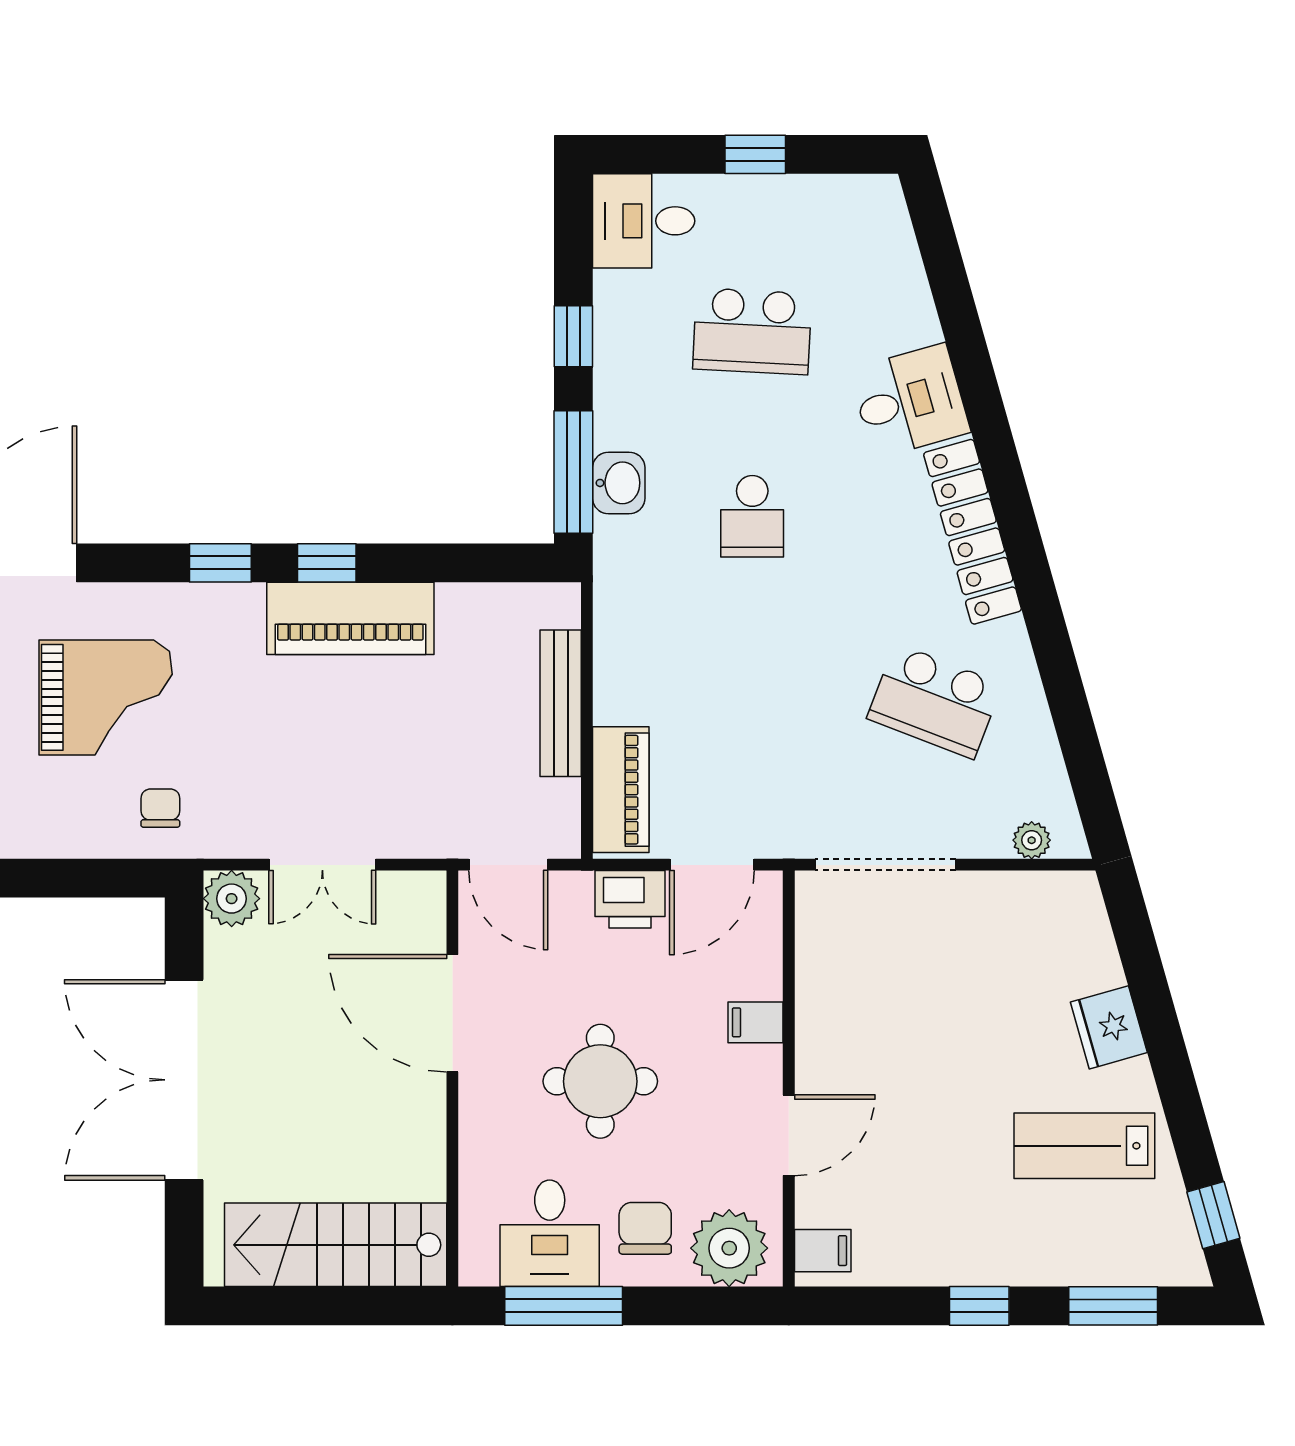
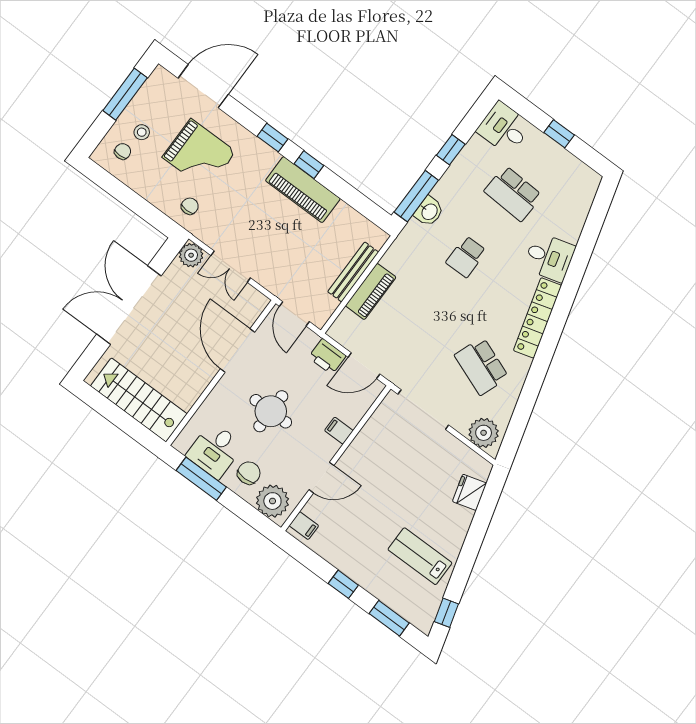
piano: (621, 790) -> (371, 291), moved
plant: (1032, 840) -> (484, 433), width x1.88, depth x1.88
fridge: (1109, 1027) -> (470, 492), moved

